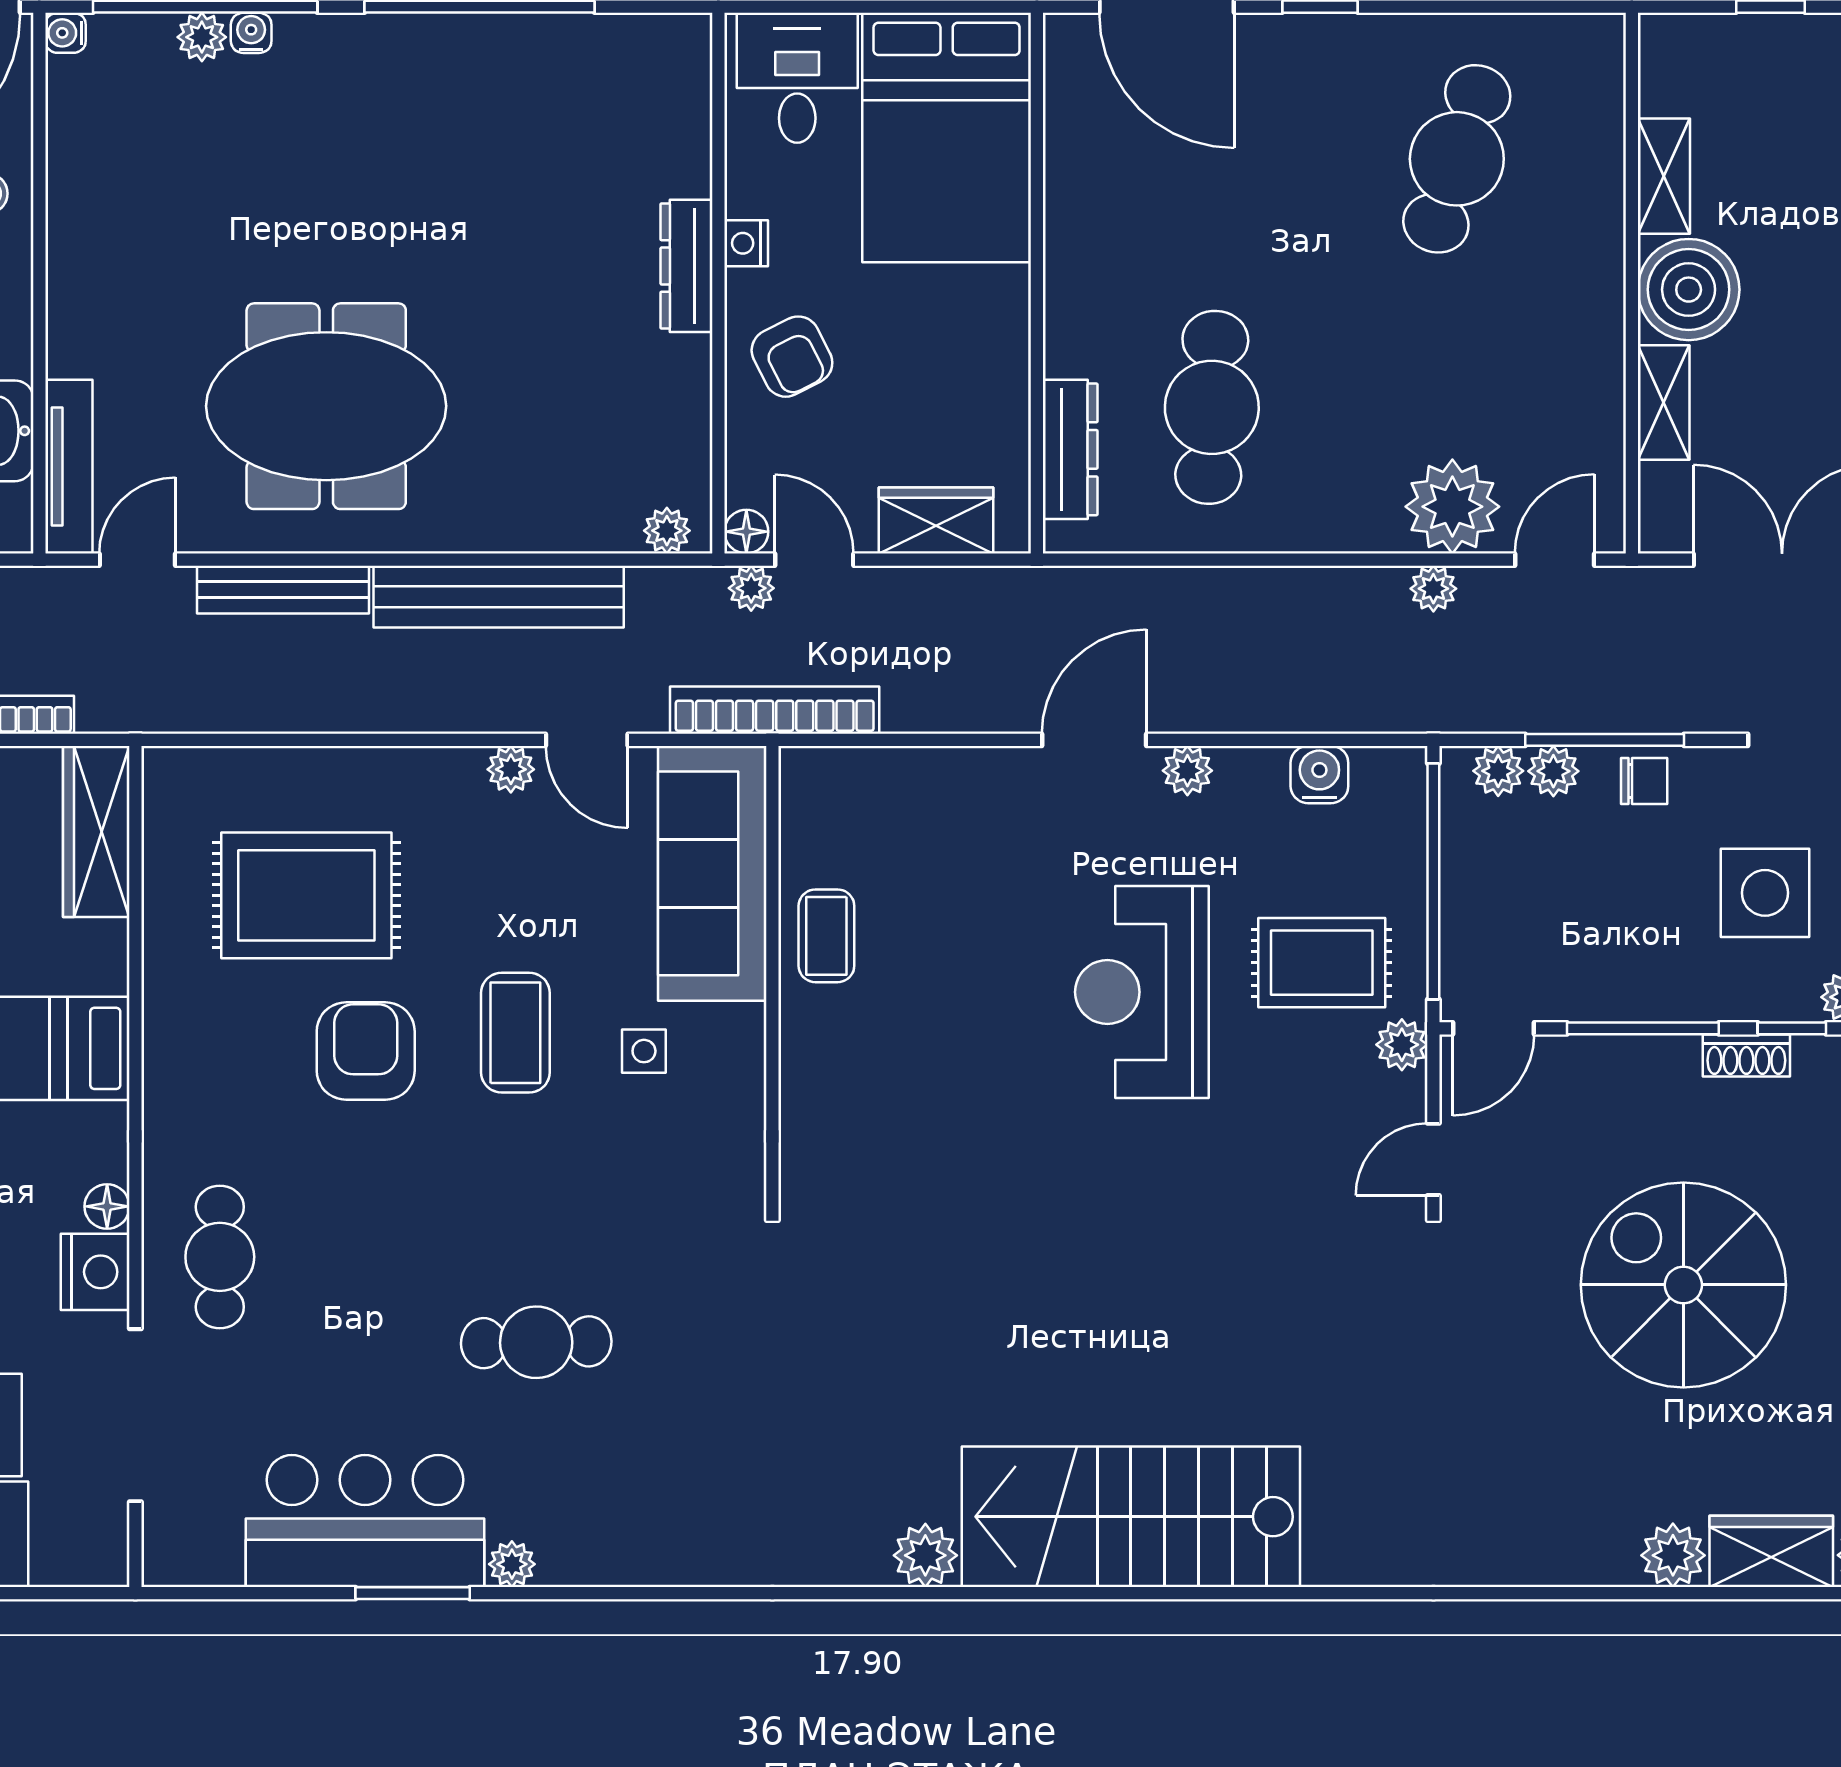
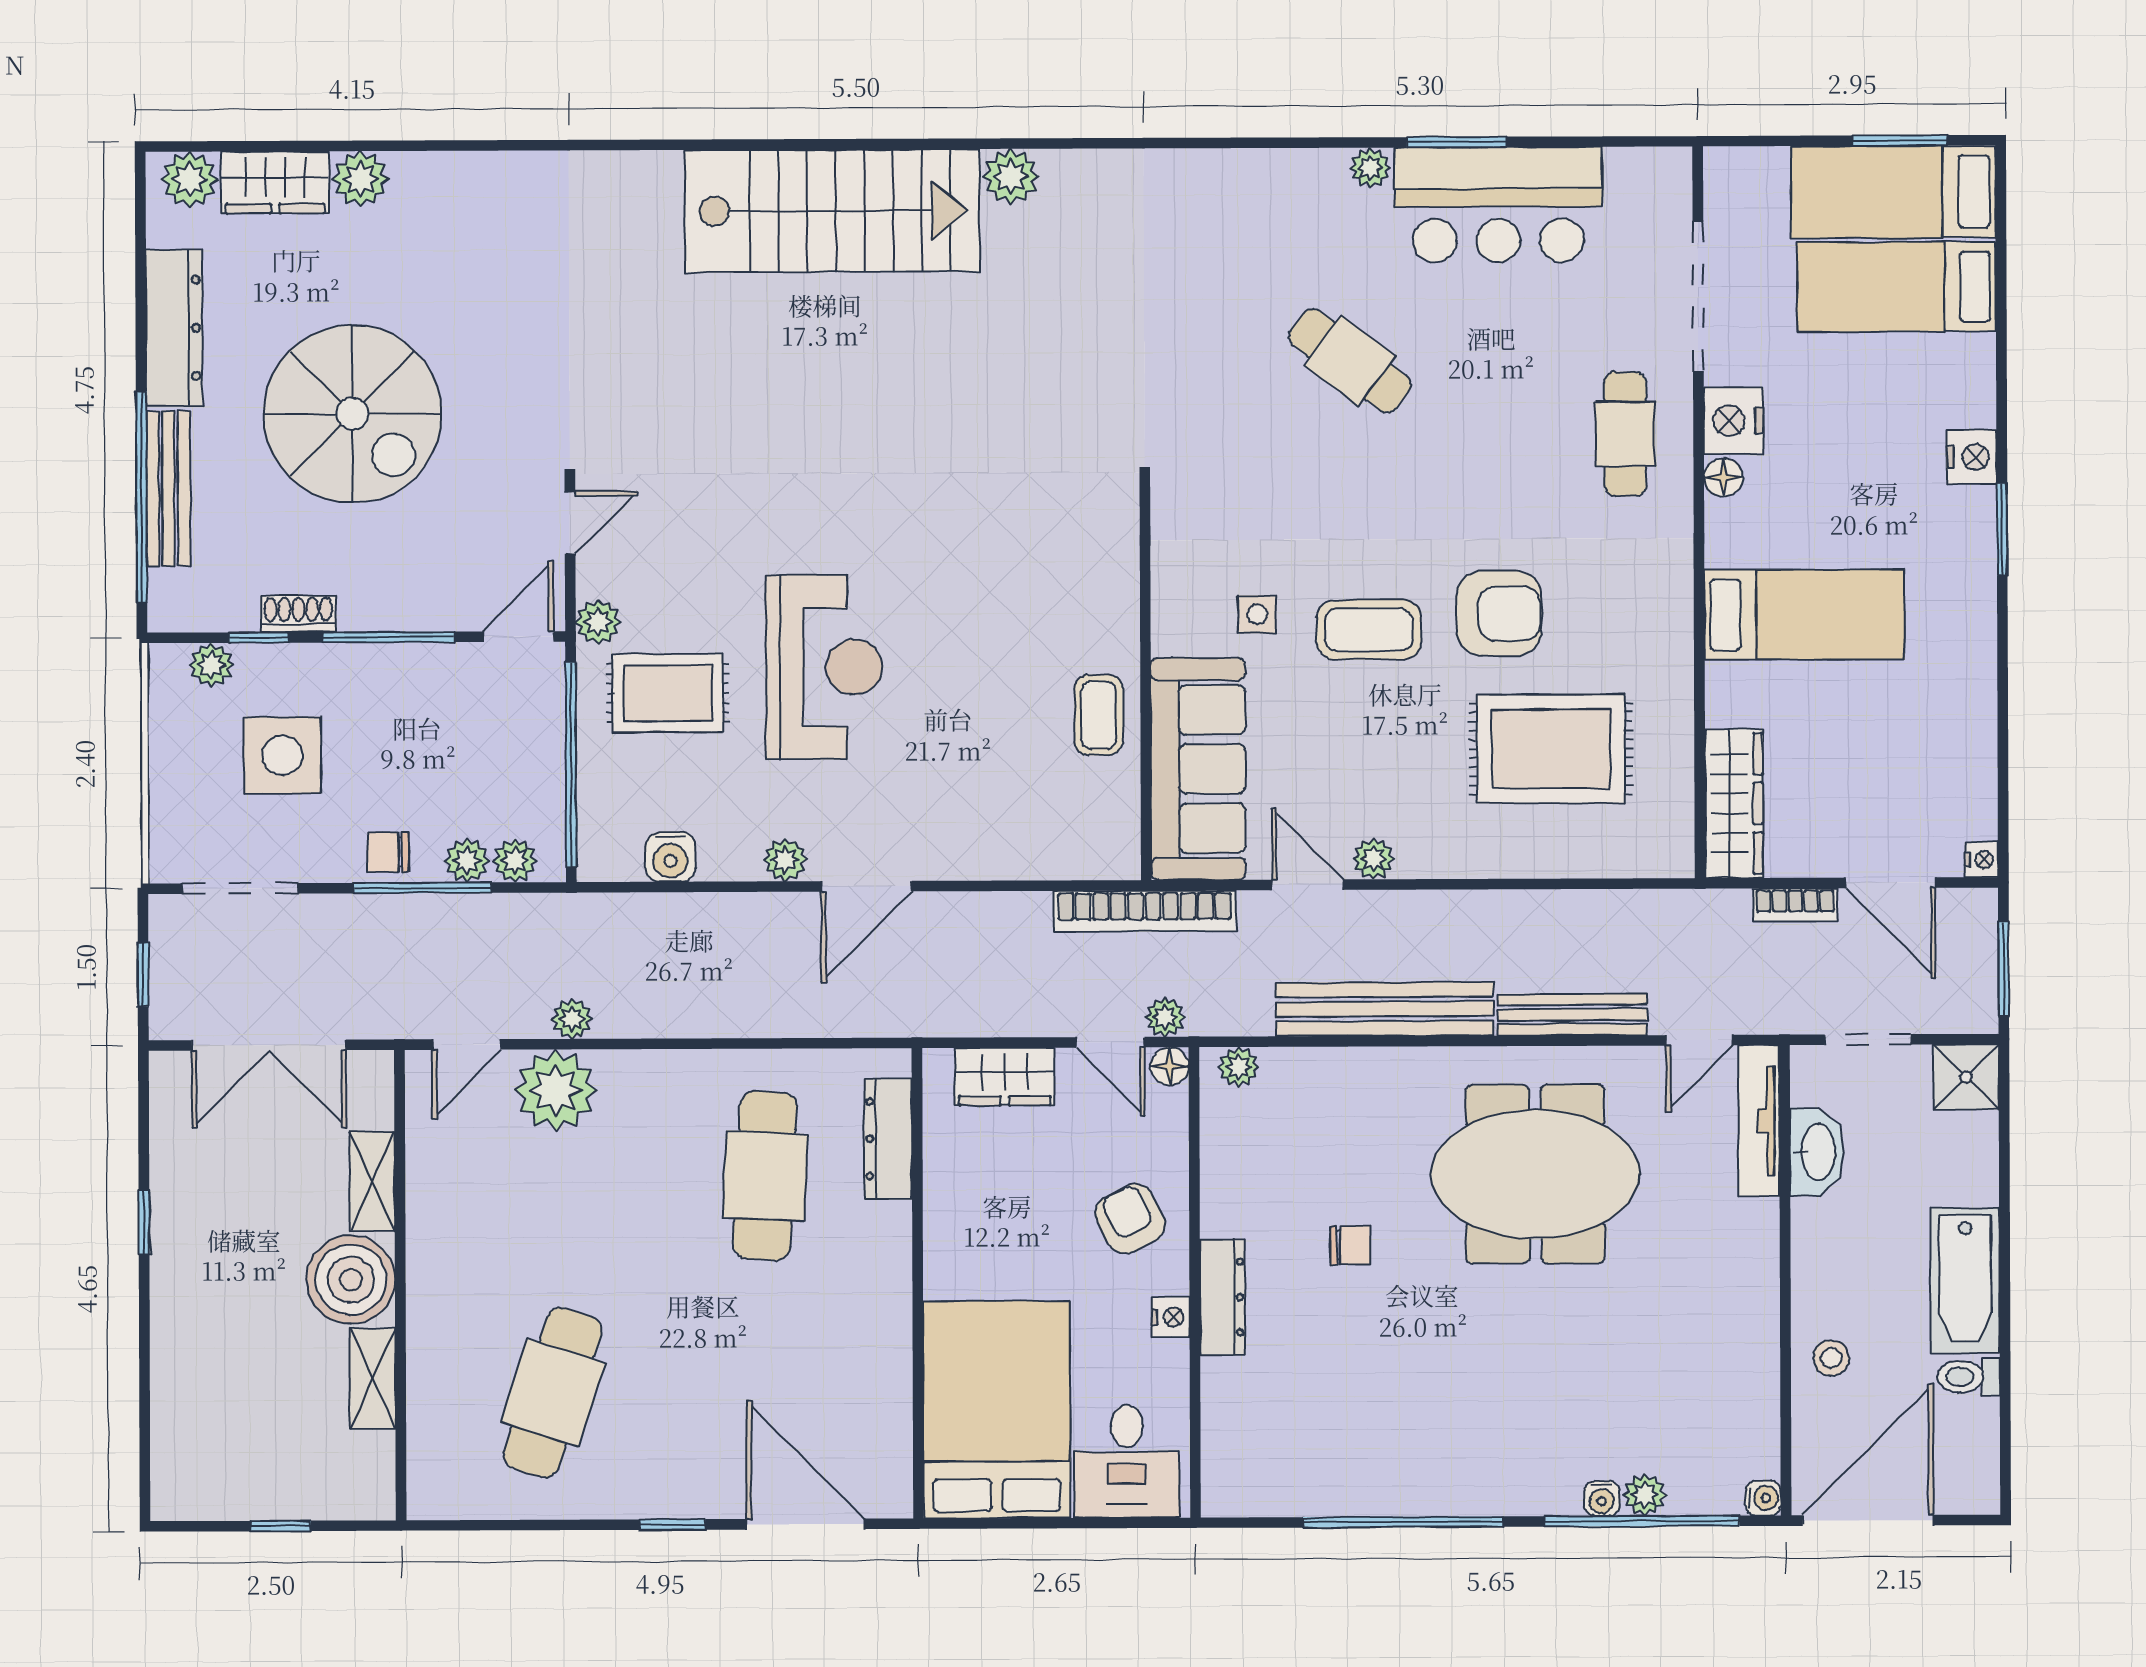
chair: (539, 325) -> (1350, 1245), added
coffee table: (515, 1033) -> (1369, 630), turned 90
armchair: (366, 1051) -> (1499, 613), turned -90
cafe table: (536, 1342) -> (1350, 361), turned 38

